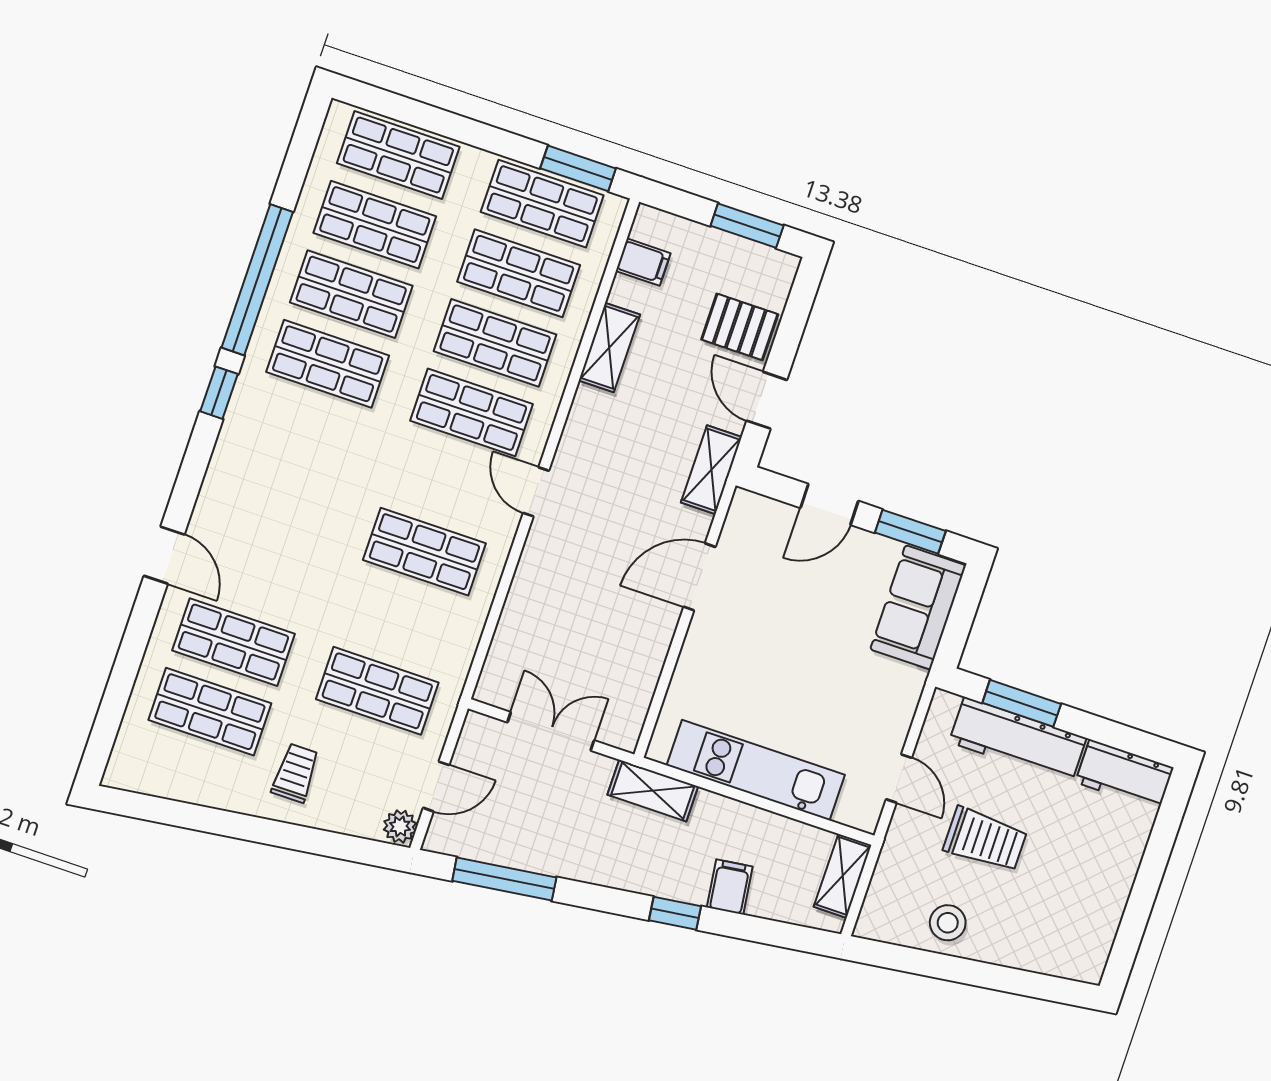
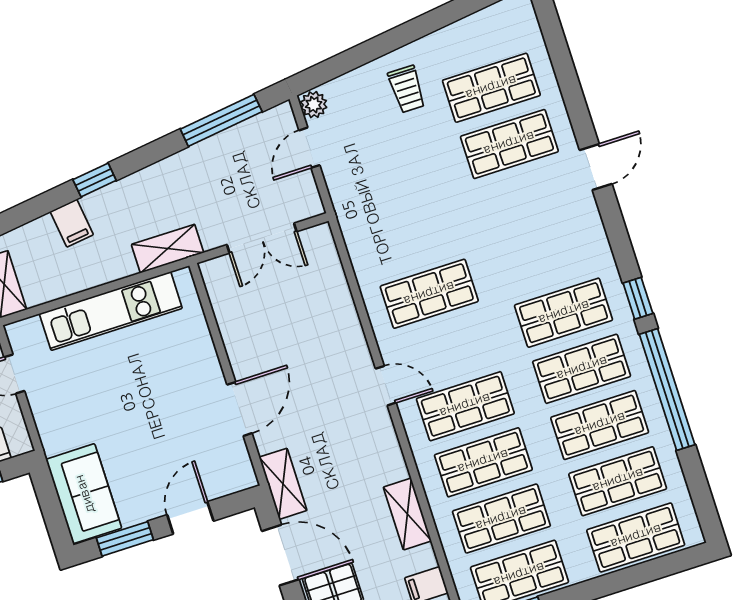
door: (767, 400) -> (280, 555), width x1.38
door: (164, 555) -> (596, 167), swing flipped
shop shelf: (377, 691) -> (564, 313), moved

